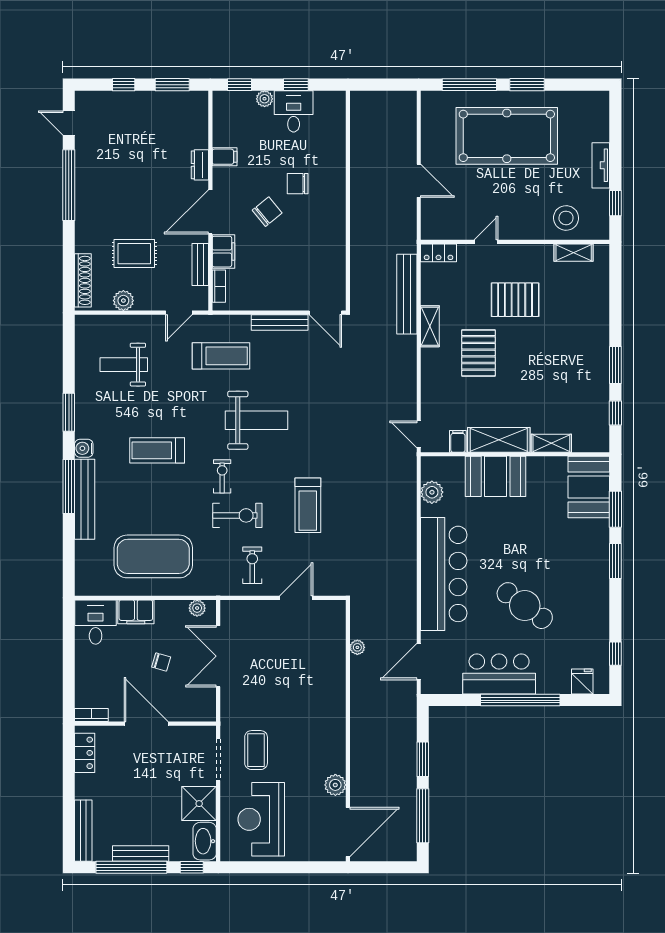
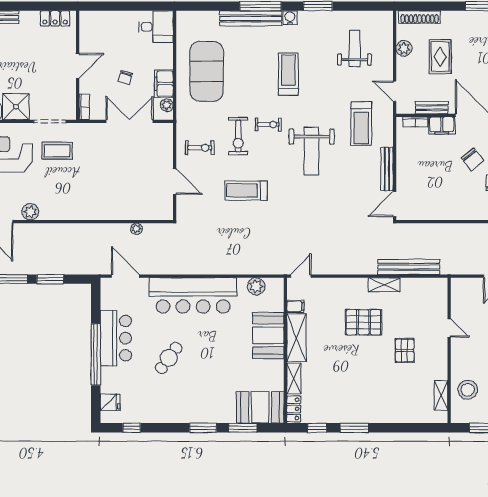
locker: (439, 253) -> (294, 409), moved, turned 180
pallet: (515, 300) -> (405, 350), width x0.67, depth x0.71
cafe table: (525, 606) -> (169, 358), width x0.73, depth x0.74
filing cabinet: (136, 612) -> (164, 84), moved
bookcase: (91, 715) -> (84, 107), moved
door: (146, 724) -> (78, 66), width x0.73

